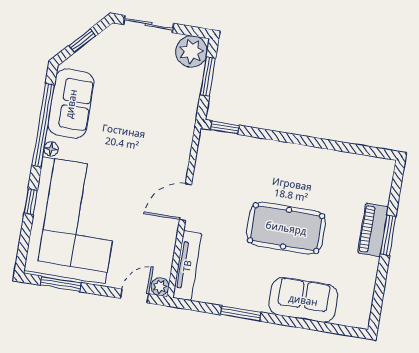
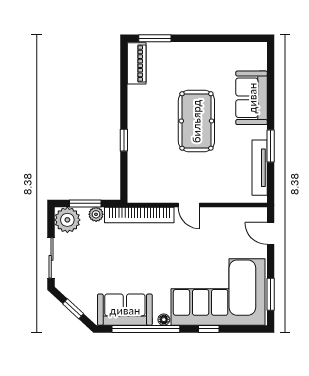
window: (225, 128) -> (124, 140), moved
bookcase: (183, 140) -> (139, 215), added
door: (185, 202) -> (189, 205), width x0.73
piano: (373, 230) -> (137, 63), moved, turned -90
window: (388, 235) -> (155, 38), moved
tv unit: (187, 266) -> (260, 168), moved, turned -90
plant: (160, 287) -> (96, 214), moved

